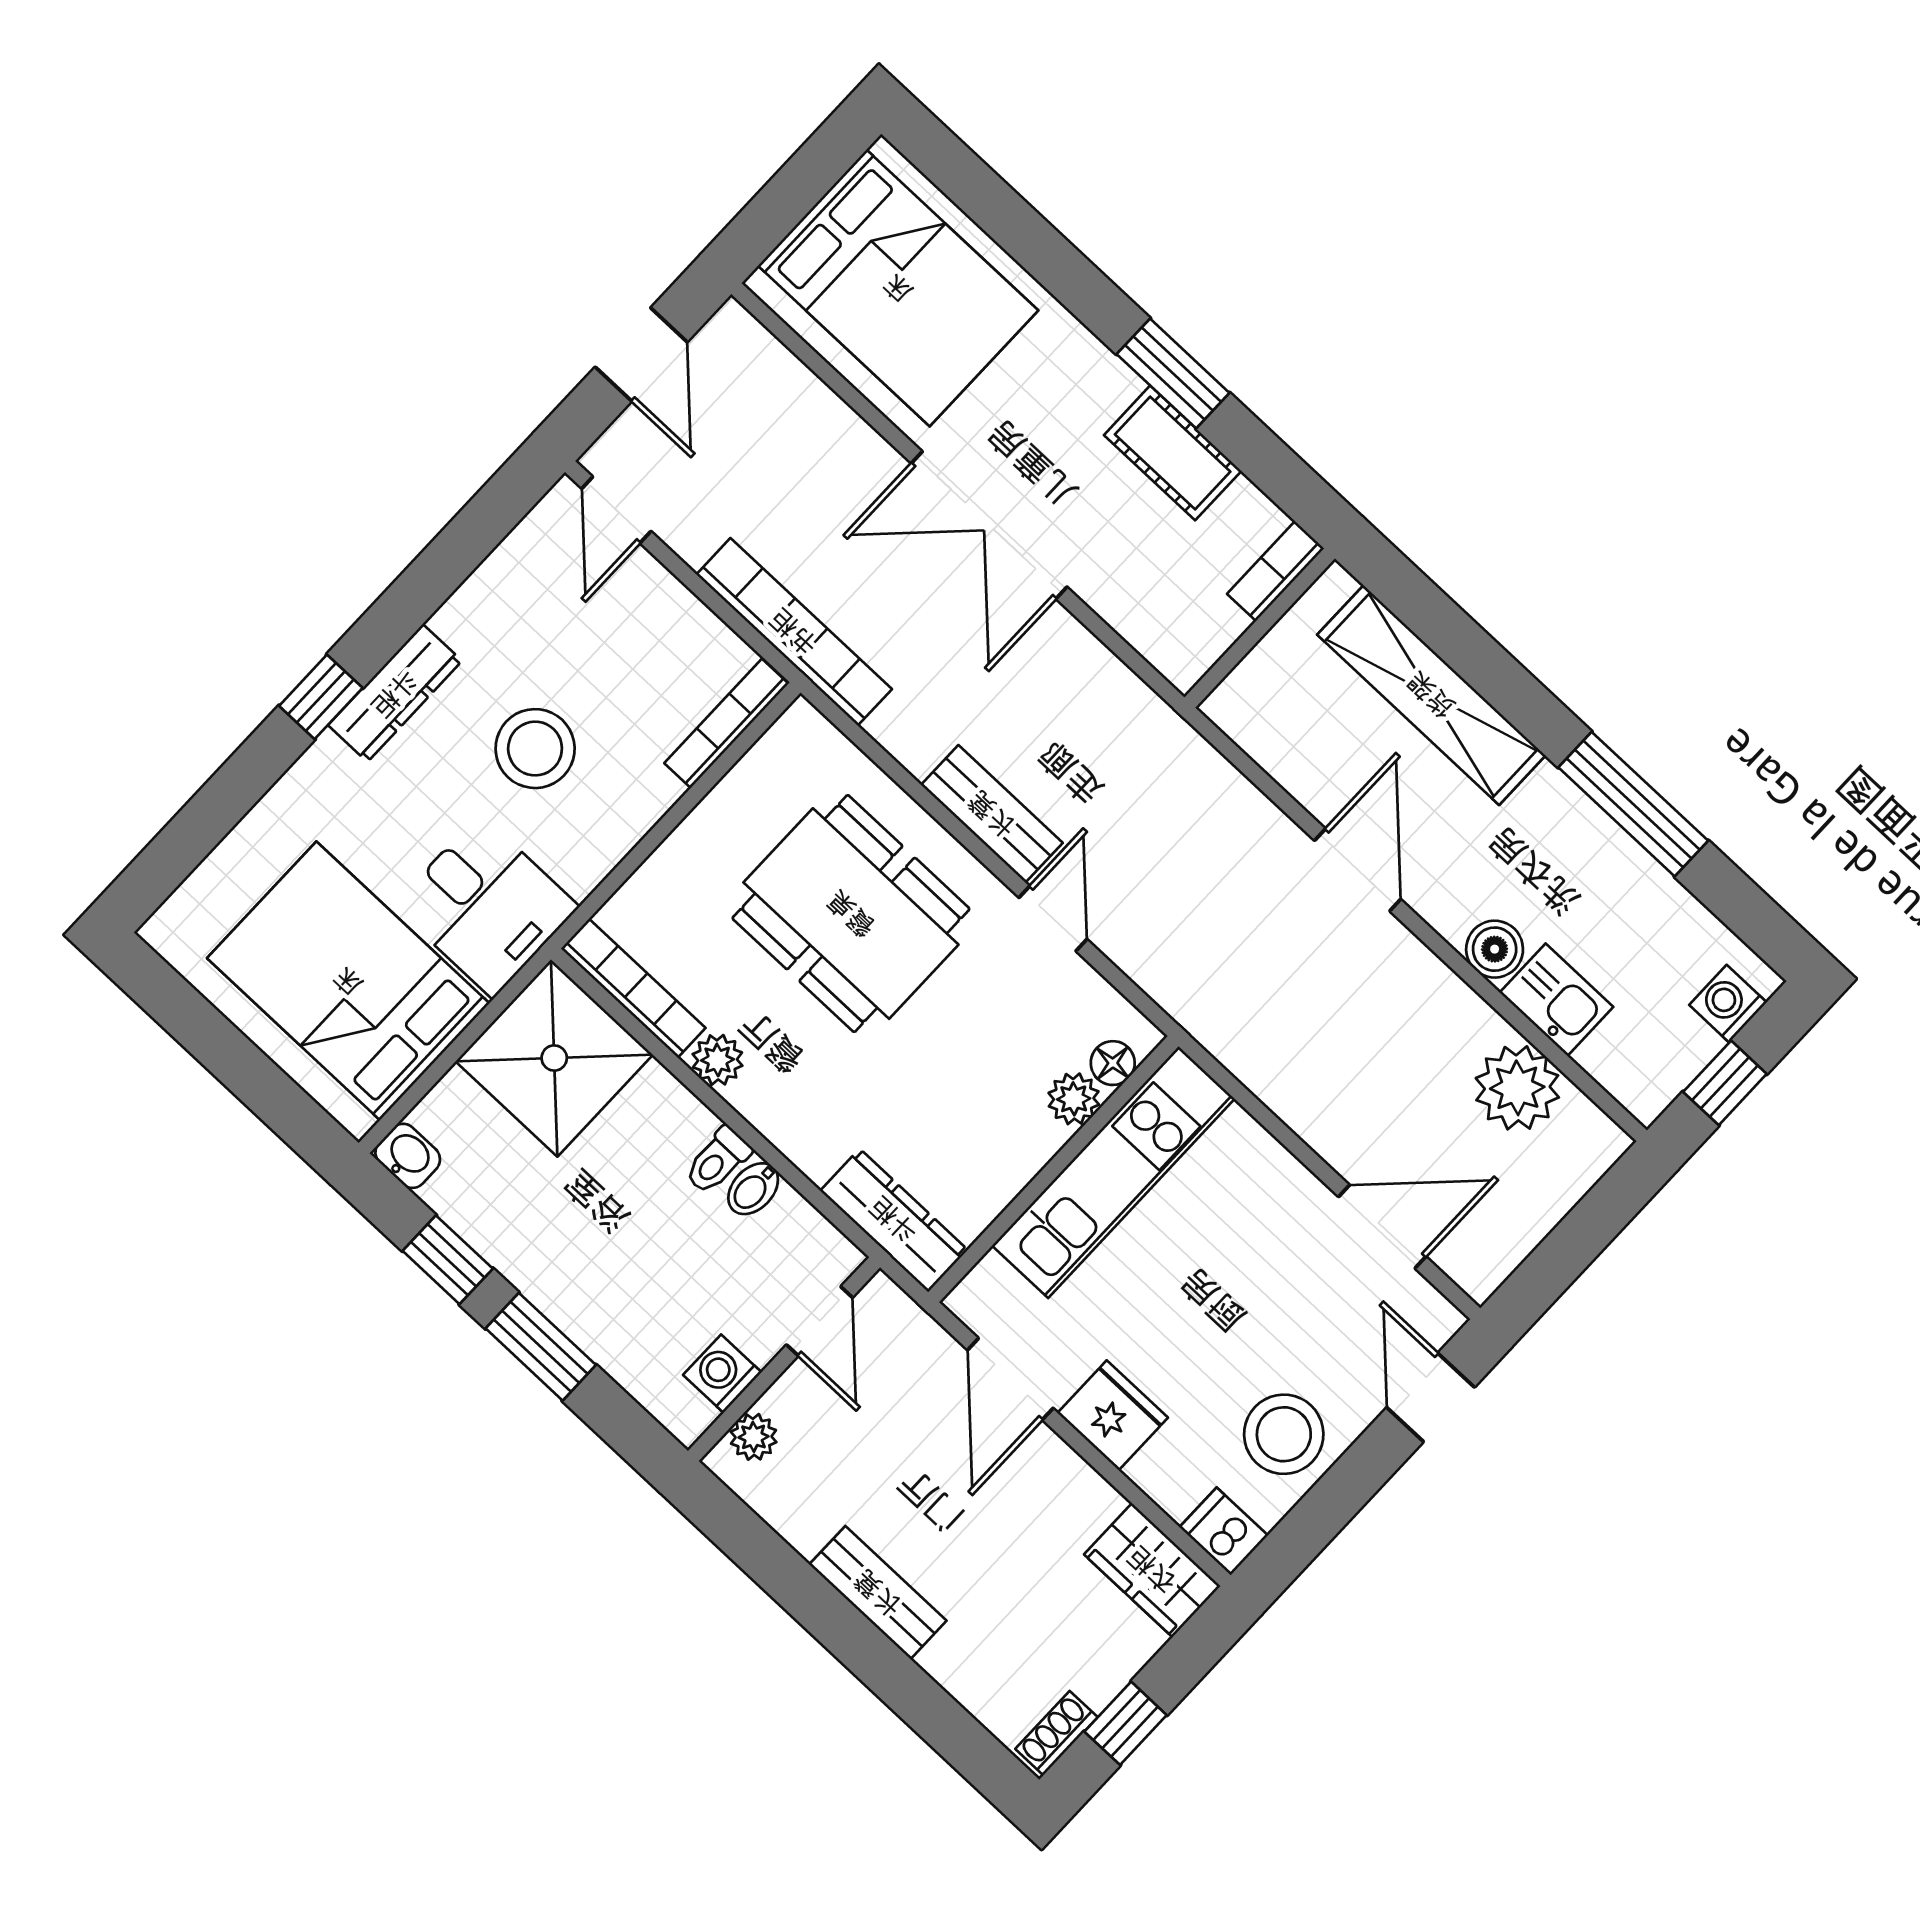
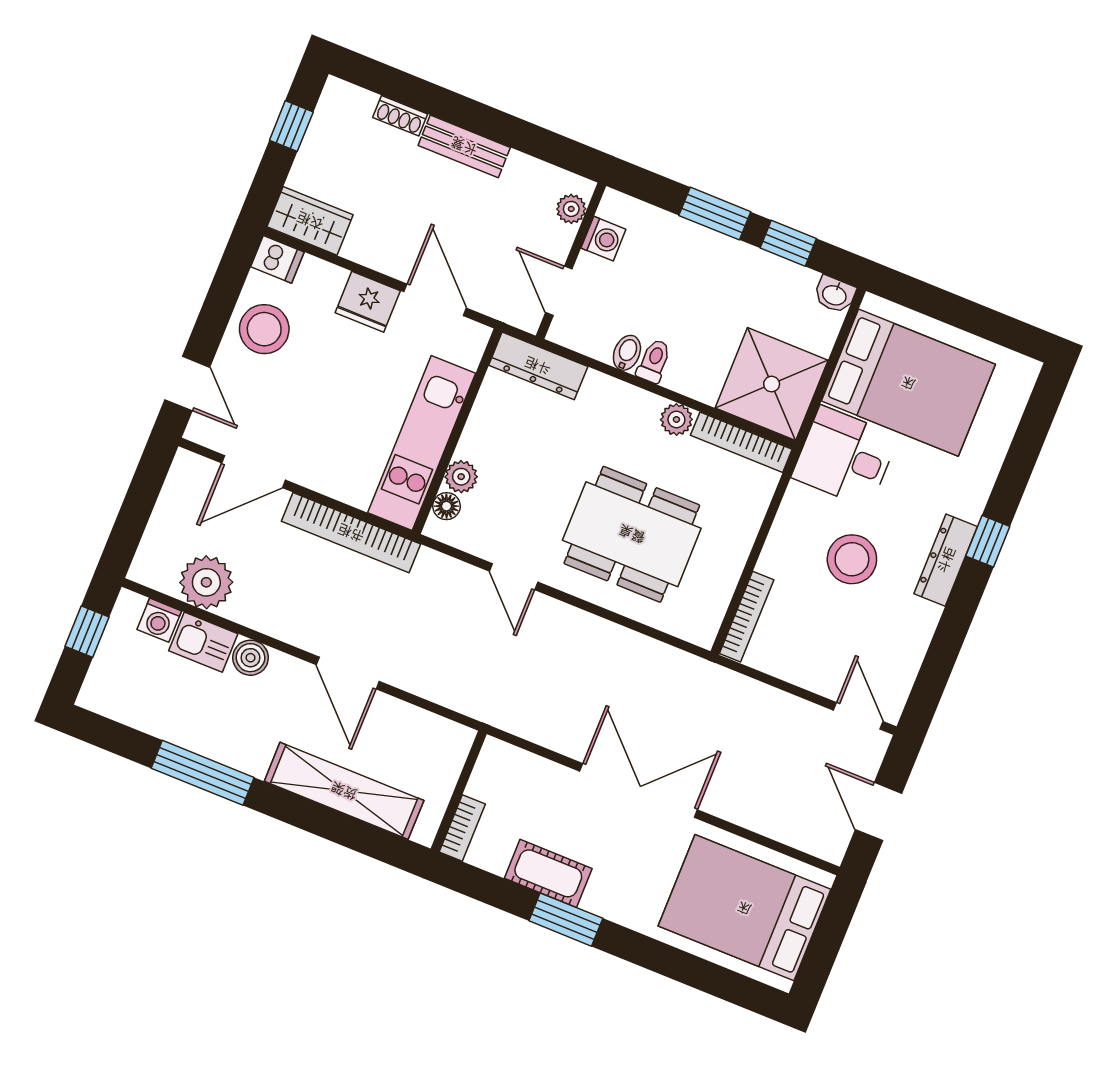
bookcase: (794, 632) -> (351, 533), moved
bench: (992, 814) -> (572, 624), removed
washing machine: (1728, 1004) -> (159, 620), moved, turned 90
shoe rack: (1057, 1733) -> (400, 116), moved, turned 90

